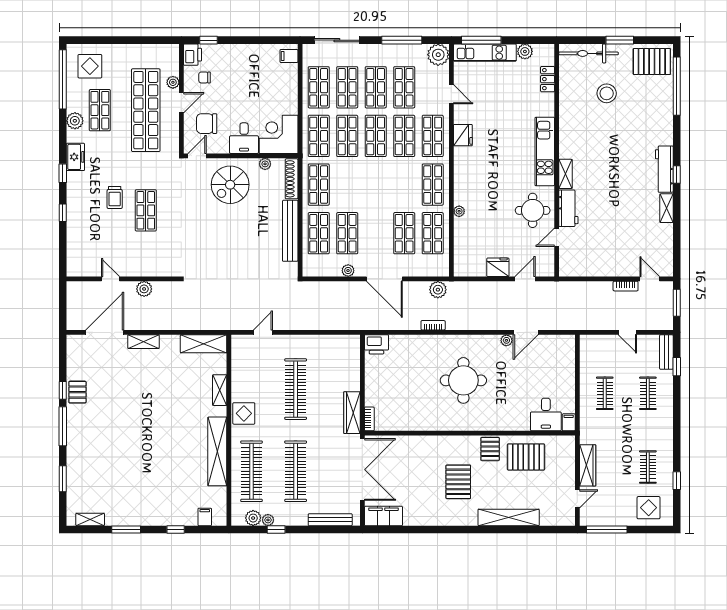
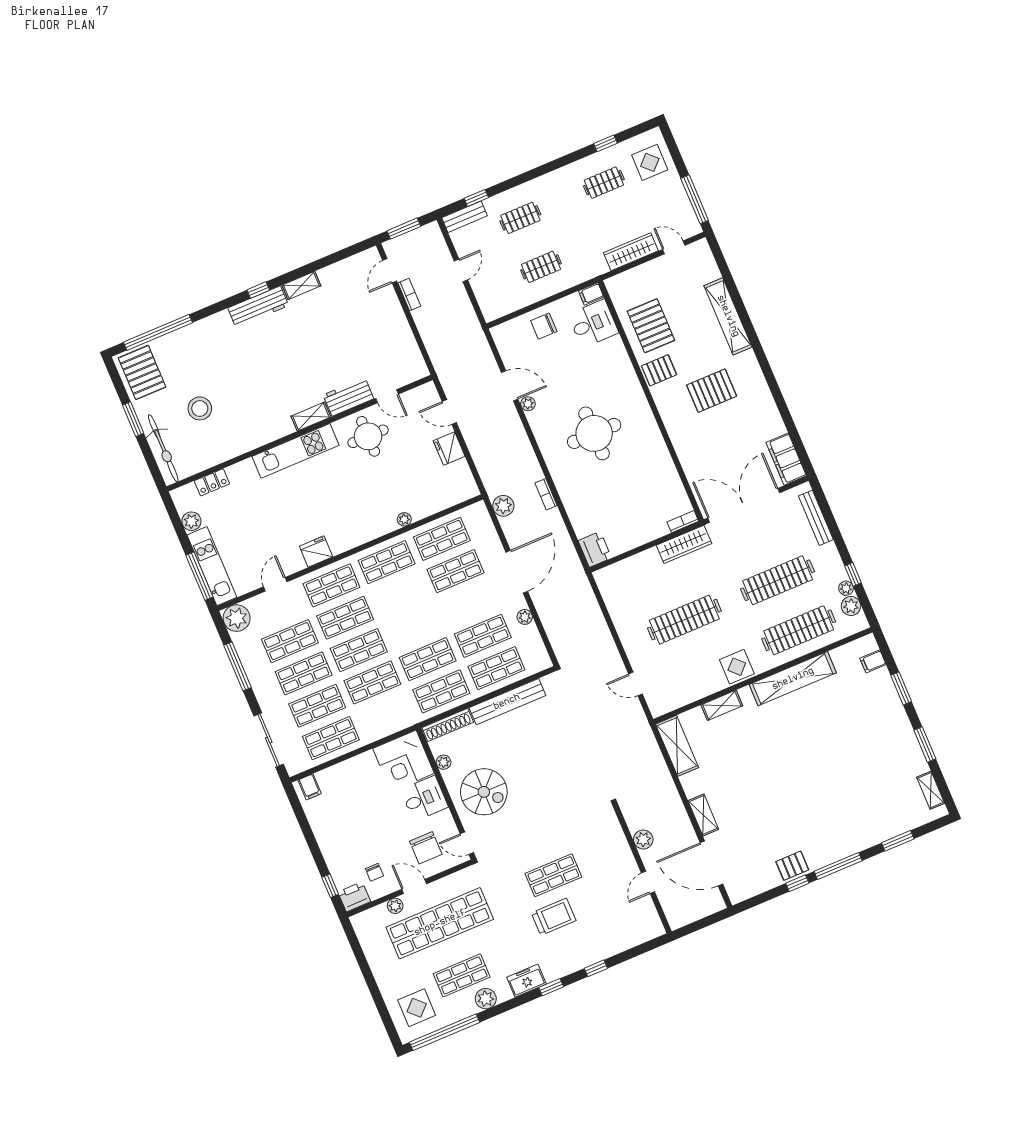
shop shelf: (319, 136) -> (428, 659), moved
trolley: (115, 197) -> (554, 917), width x1.36, depth x1.39
chair: (560, 377) -> (544, 326), added
window: (176, 530) -> (901, 688), width x1.50

